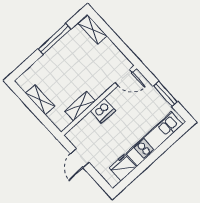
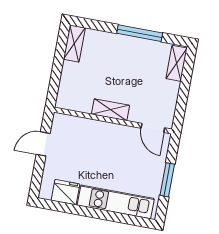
shelving: (40, 100) -> (74, 43), moved
shelving: (80, 106) -> (110, 110), moved
dishwasher: (103, 111) -> (106, 132), removed

